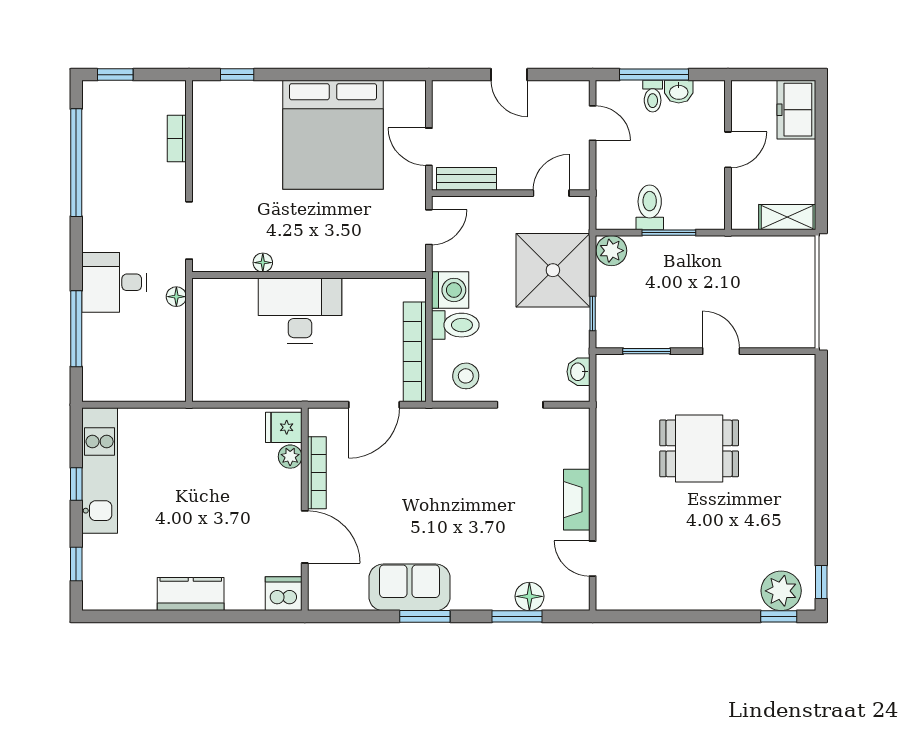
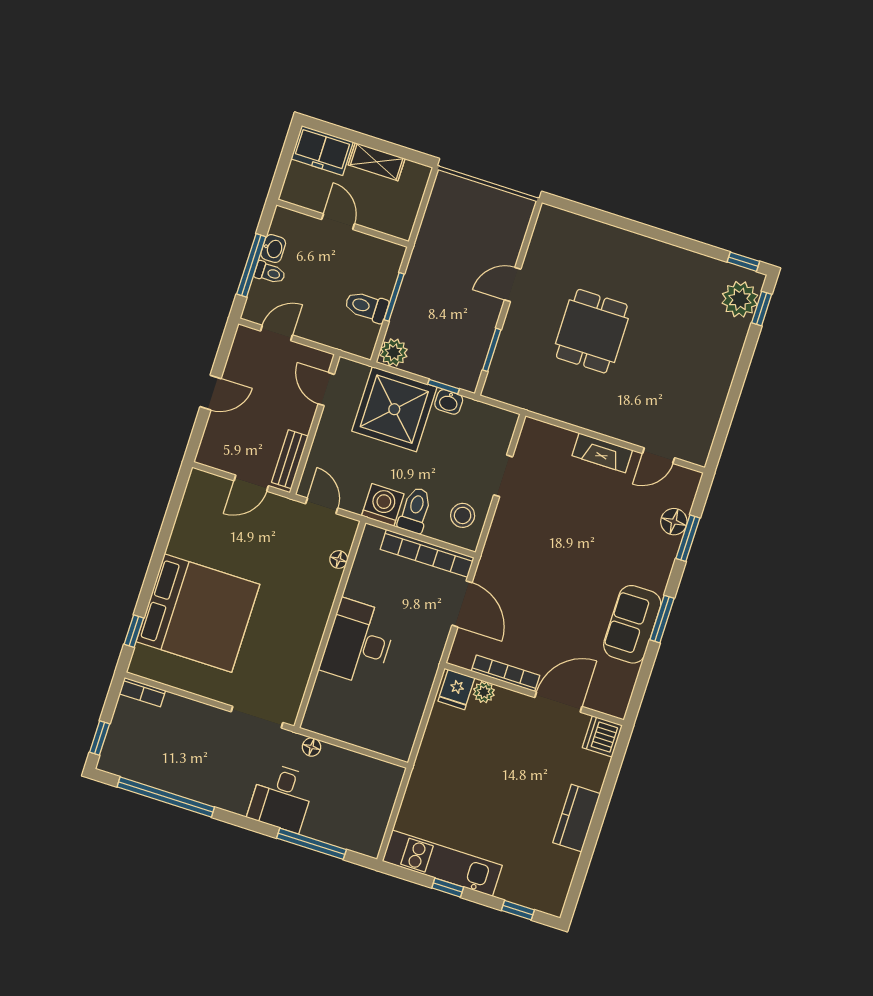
bed: (333, 135) -> (198, 613), moved
bookcase: (177, 138) -> (142, 692), moved
shelving: (787, 217) -> (377, 162), moved, turned 90
floor lamp: (263, 263) -> (339, 559), moved
washbasin: (578, 372) -> (449, 402), moved

